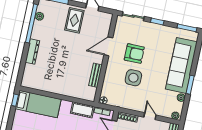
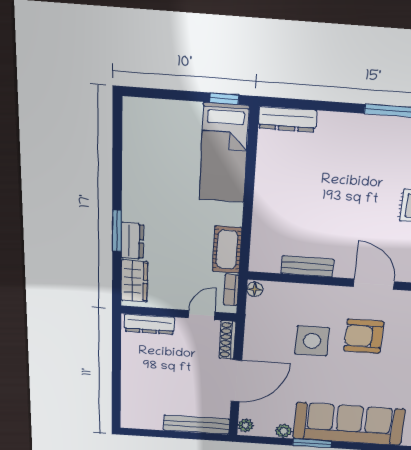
dresser: (32, 52) -> (287, 119), moved
armchair: (134, 54) -> (364, 336), turned 90
door: (150, 116) -> (236, 381), width x1.88

